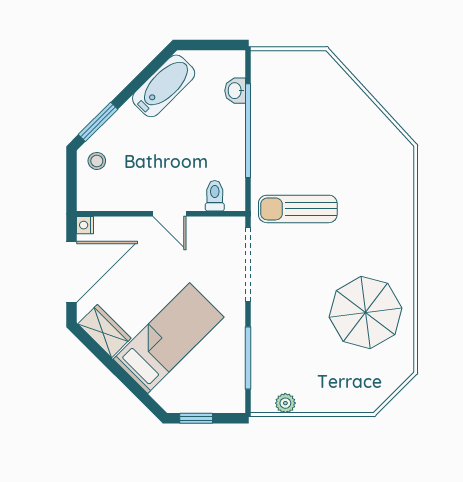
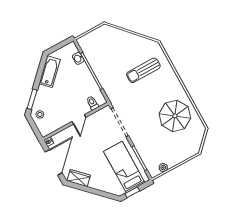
sun lounger: (298, 209) -> (143, 70), moved
door: (169, 214) -> (79, 119), hinge flipped
bed: (169, 338) -> (124, 167), moved, turned -45

